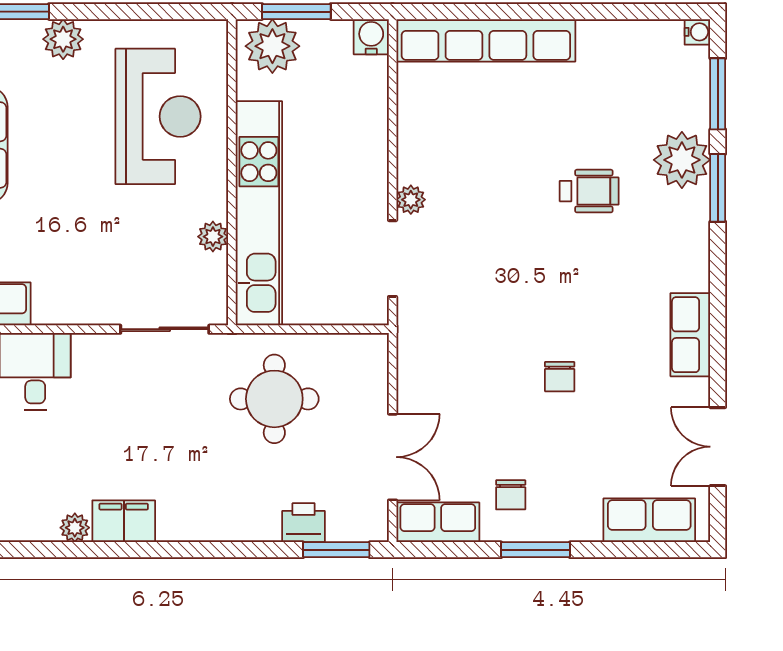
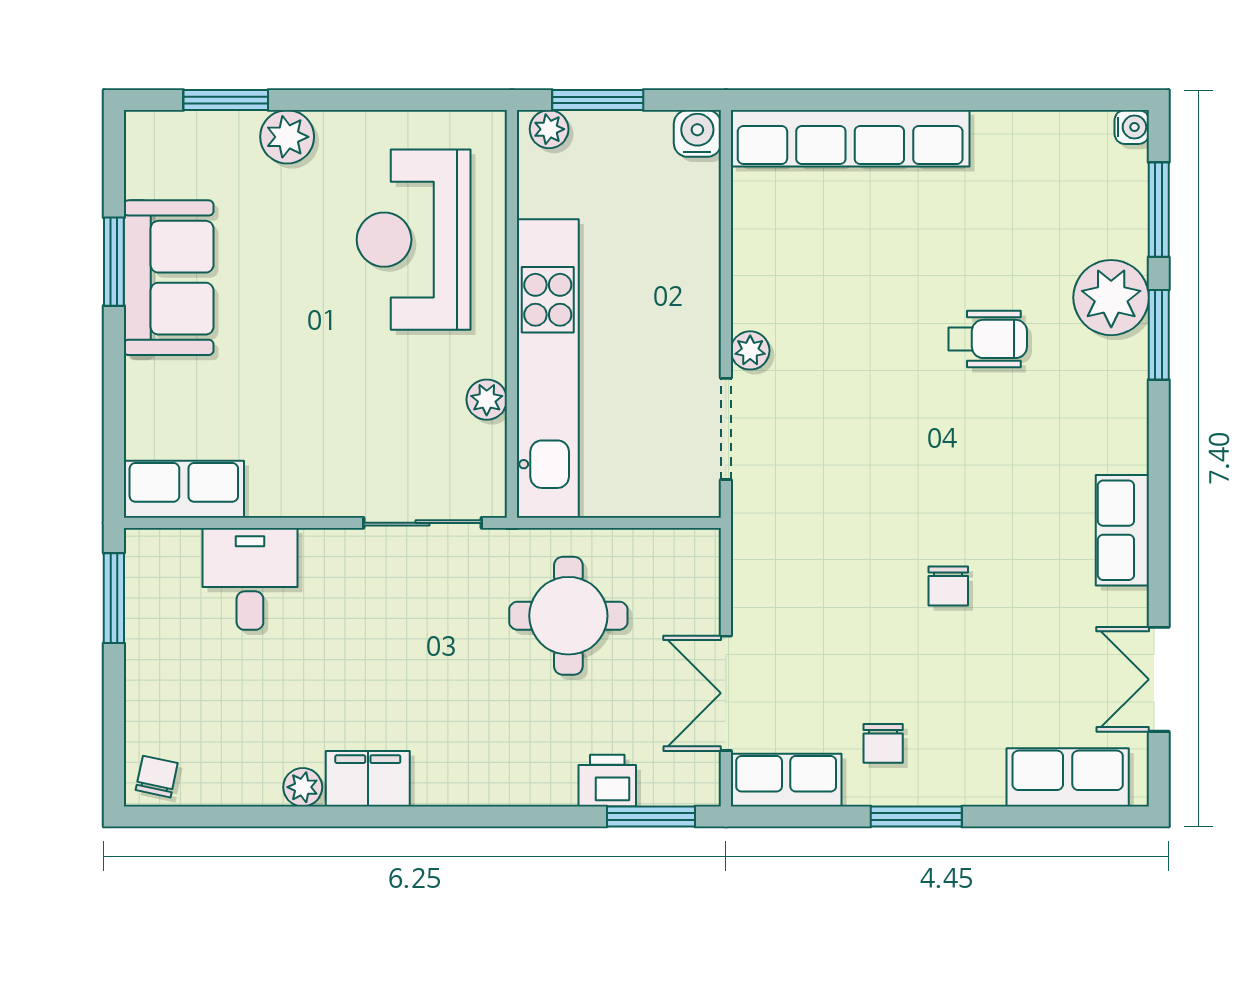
plant: (272, 46) -> (549, 129), width x0.53, depth x0.53
reception desk: (158, 116) -> (414, 240), turned 180
double door: (393, 457) -> (726, 693), swing flipped

